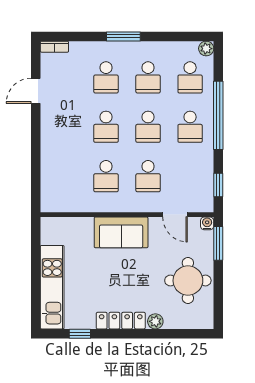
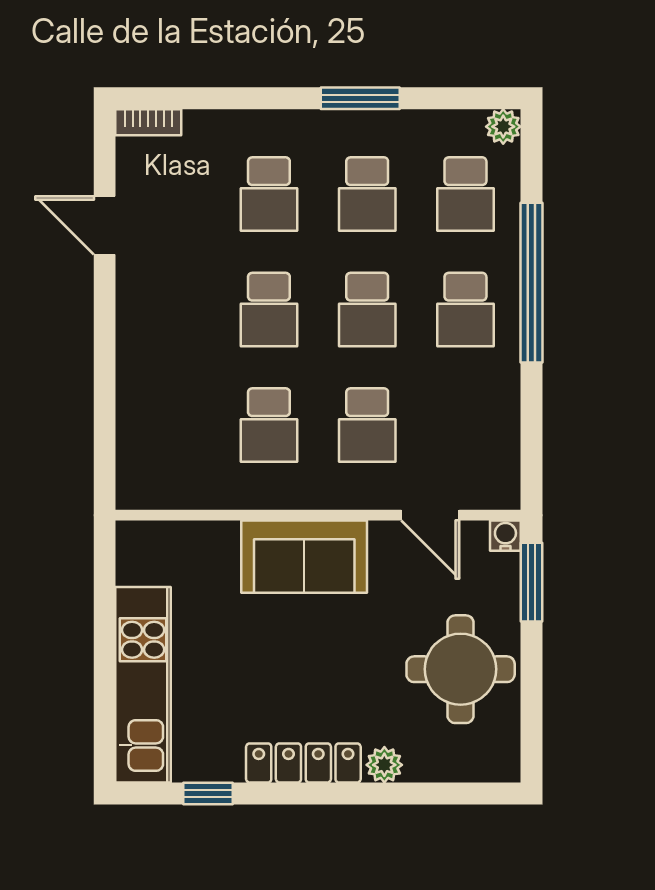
window: (123, 36) -> (360, 98), moved
door: (36, 91) -> (105, 225), hinge flipped
window: (218, 185) -> (531, 446), removed

